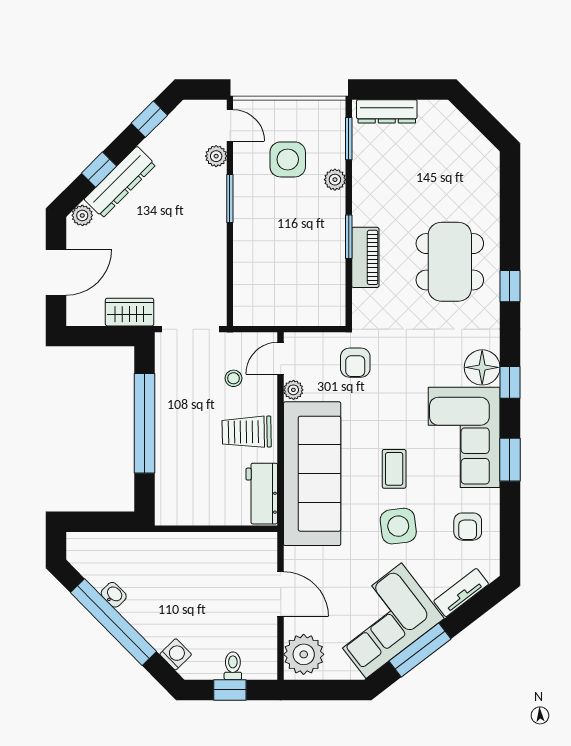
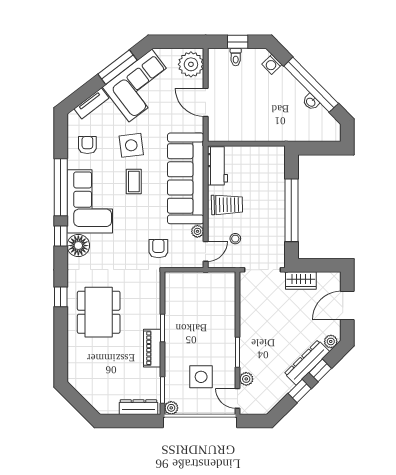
window: (149, 119) -> (300, 391), moved
plant: (335, 180) -> (171, 408), moved
piano: (365, 257) -> (152, 348), moved
window: (510, 460) -> (61, 187), width x2.11

